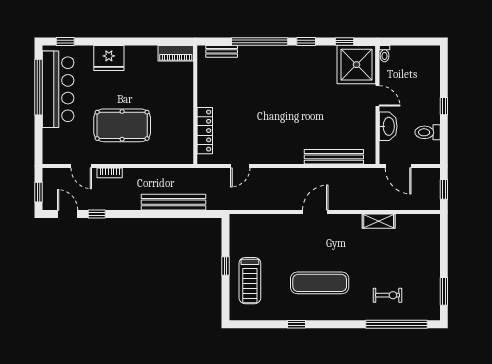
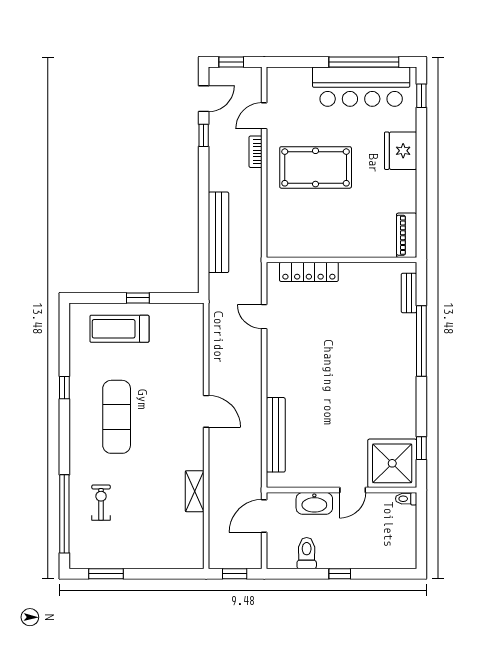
window: (306, 41) -> (421, 400), removed
pool table: (122, 125) -> (316, 167), turned 90
exercise bike: (388, 295) -> (101, 503), turned 180

